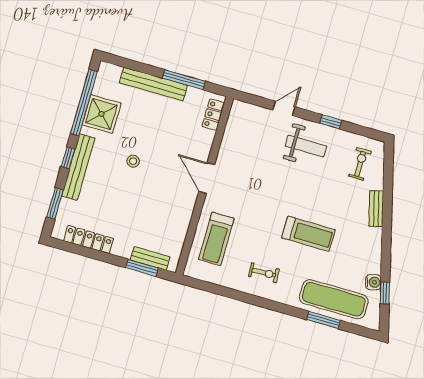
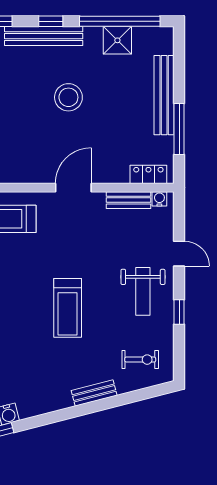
water cooler: (236, 112) -> (159, 199), added
shower: (102, 114) -> (117, 40), width x0.73, depth x0.73
bench: (229, 137) -> (129, 200), added
stool: (133, 161) -> (68, 97), width x1.89, depth x1.89
treadmill: (308, 234) -> (68, 308), moved

